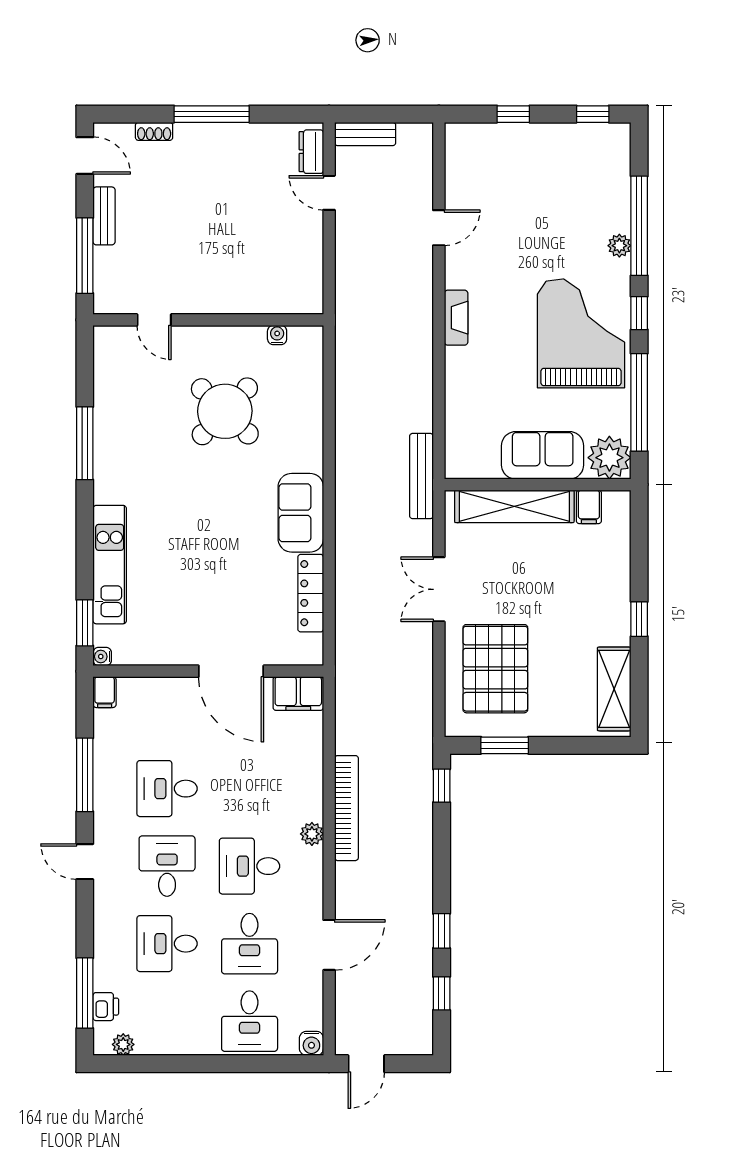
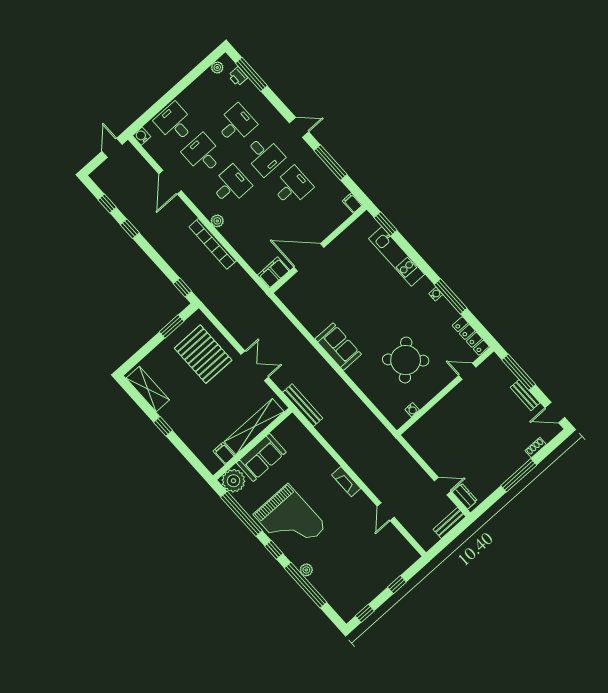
locker: (311, 593) -> (471, 336), moved, turned 180
water cooler: (102, 657) -> (436, 294), moved

